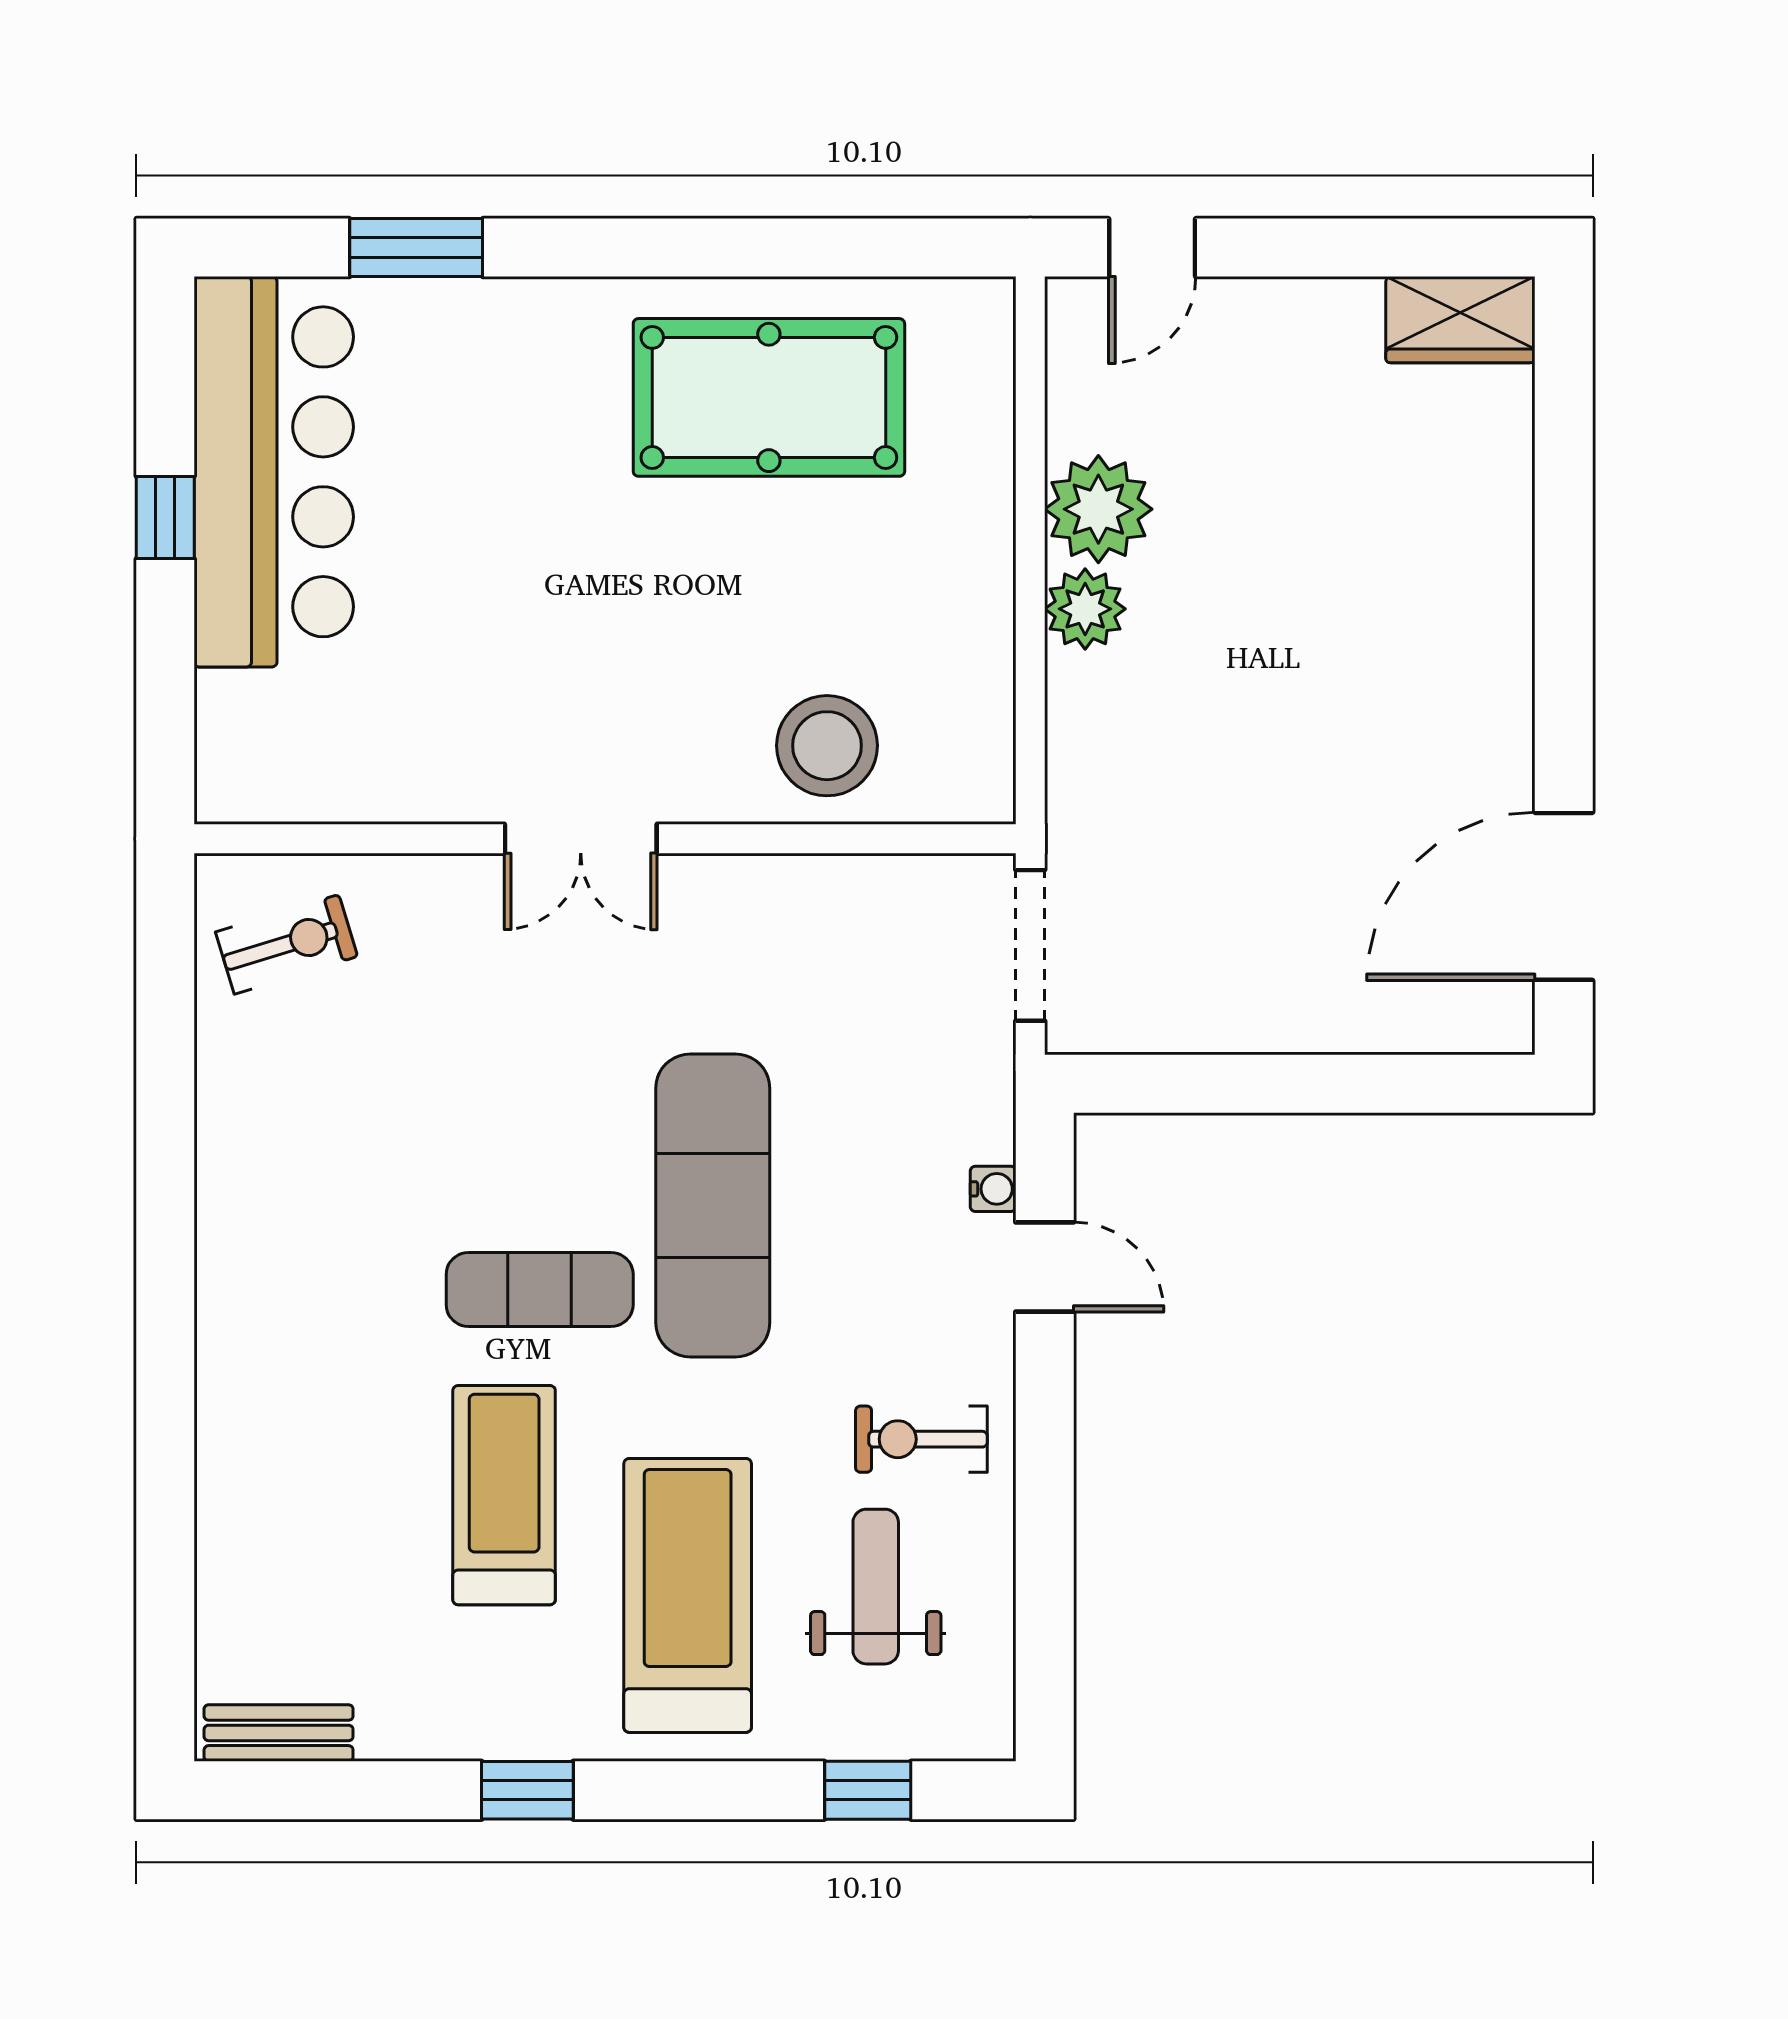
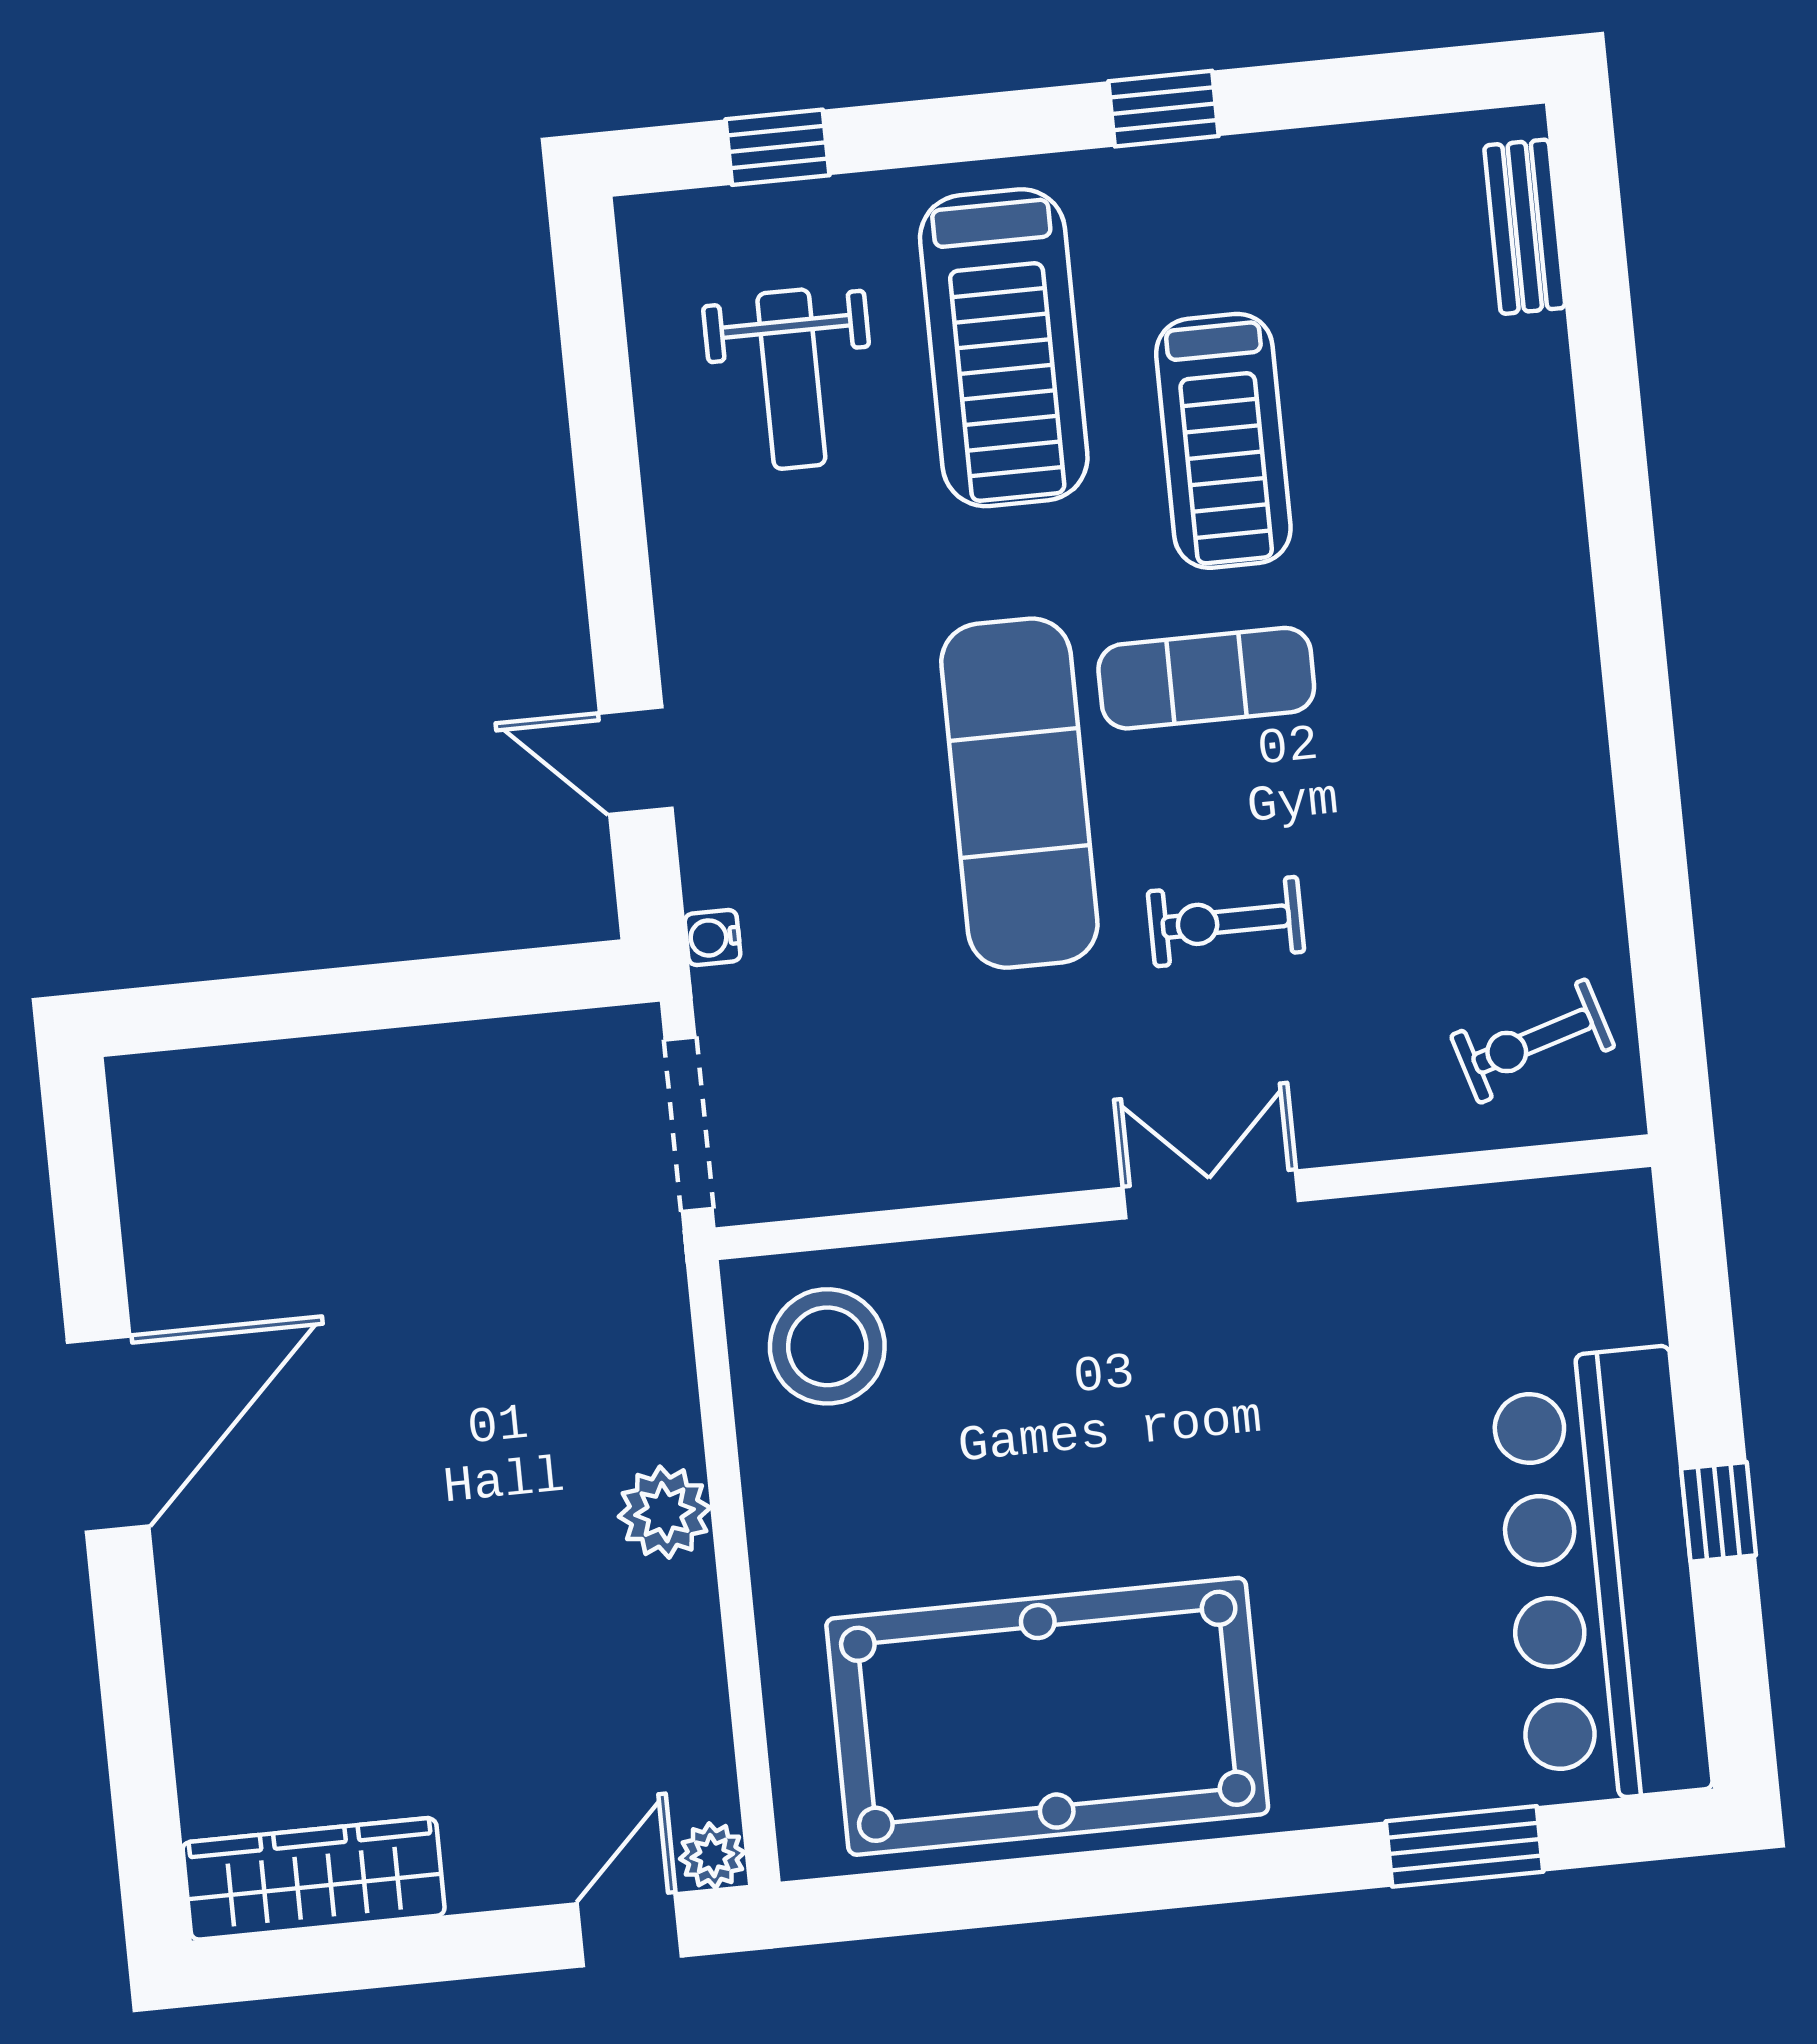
wardrobe: (1460, 320) -> (314, 1879), width x1.50
pool table: (769, 397) -> (1047, 1716), width x1.36, depth x1.32
plant: (1098, 509) -> (712, 1856), moved, width x0.53, depth x0.53
stool: (827, 746) -> (827, 1346), moved
door: (1564, 896) -> (108, 1434), moved
water cooler: (993, 1189) -> (713, 938), moved
exercise bike: (921, 1439) -> (1226, 922), moved, turned 180
bench: (279, 1733) -> (1525, 227), moved, turned 90

